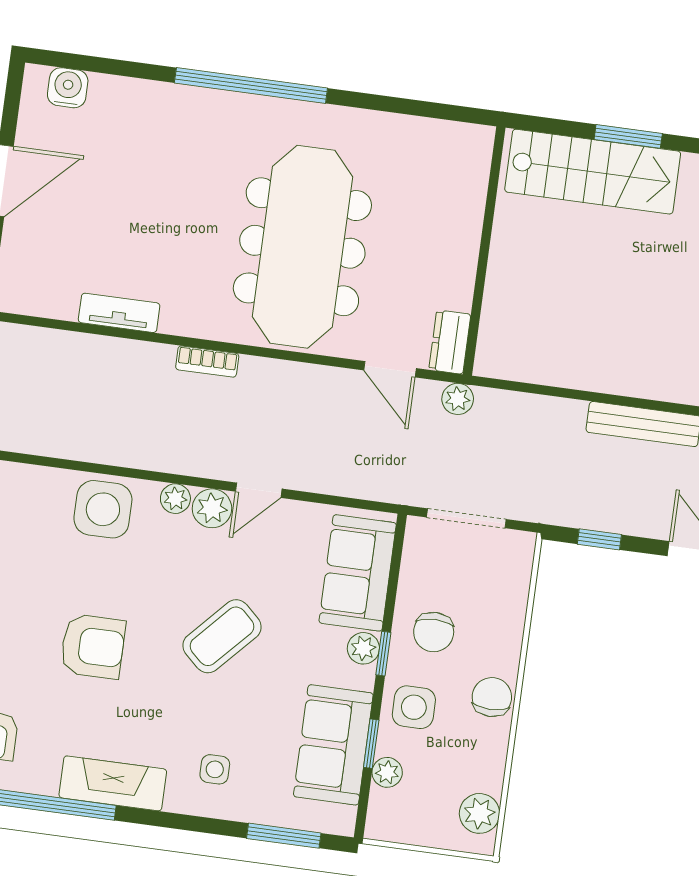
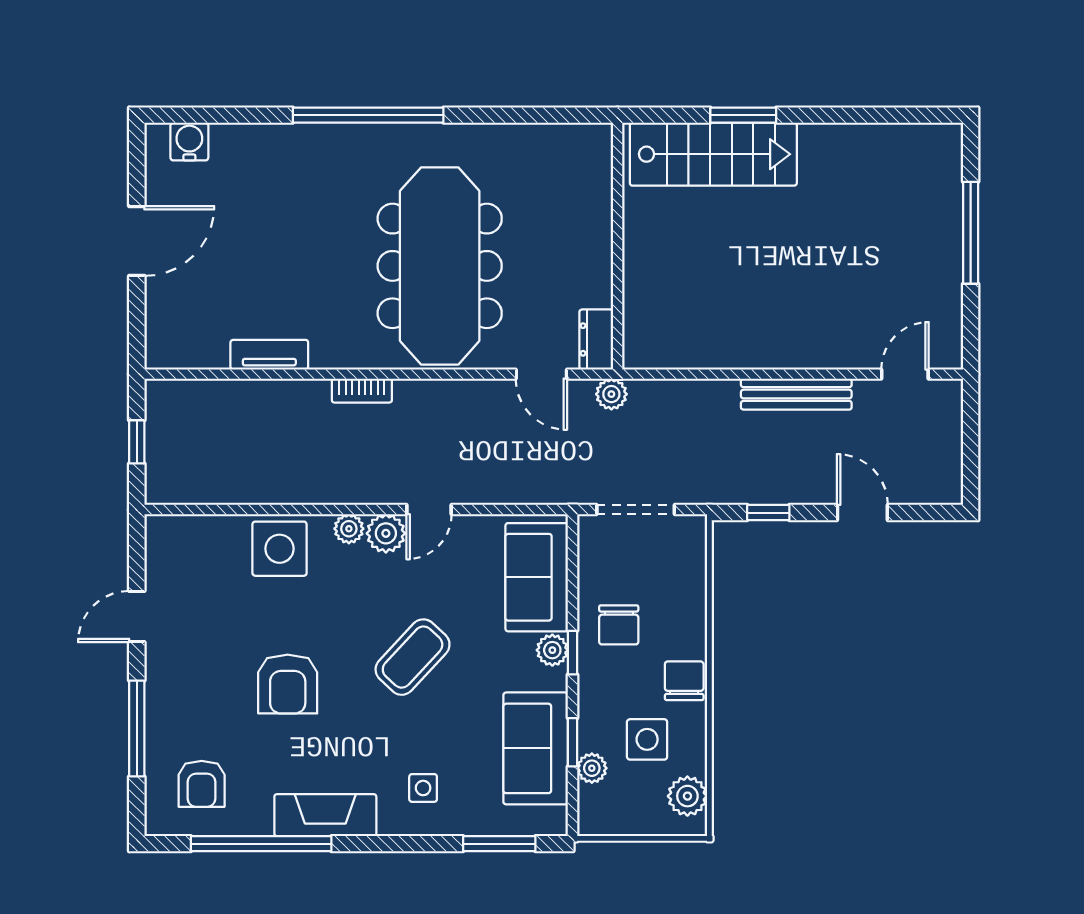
armchair: (93, 646) -> (288, 684), turned 90
side table: (414, 707) -> (647, 739), moved

